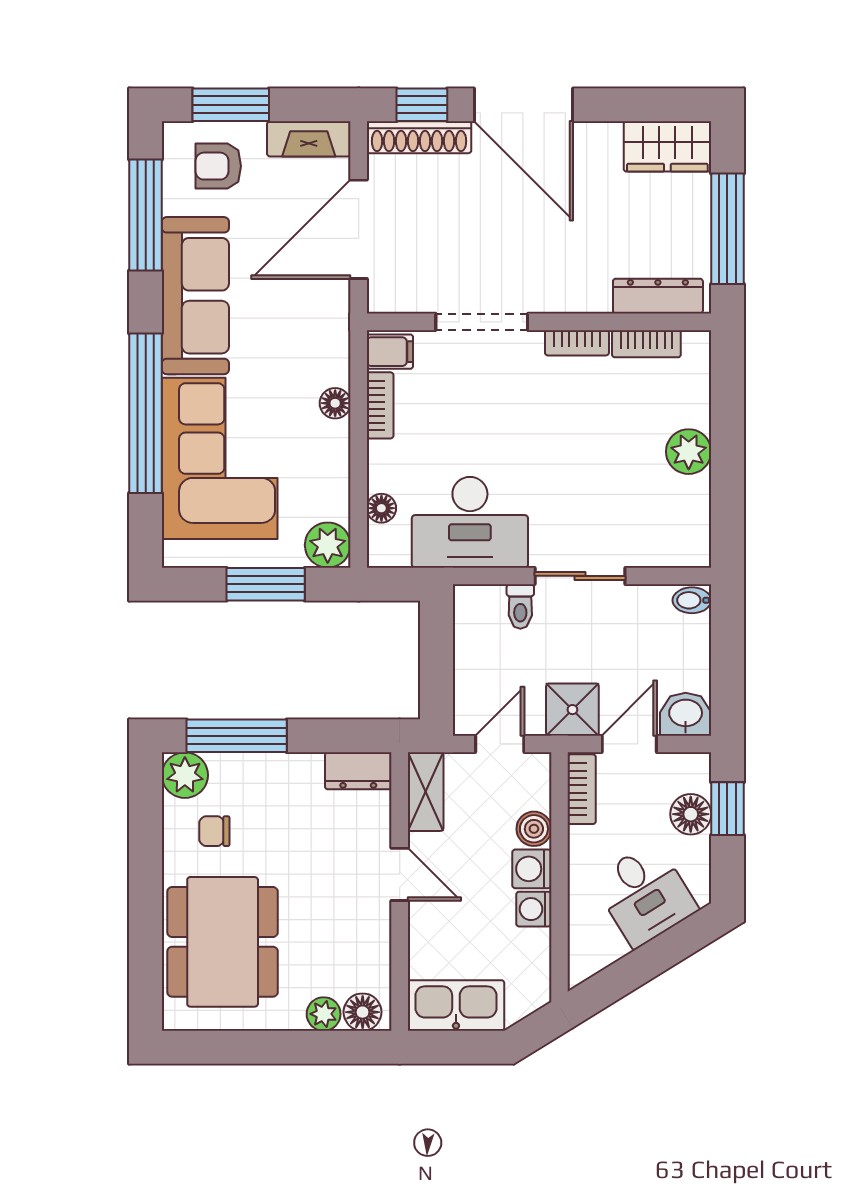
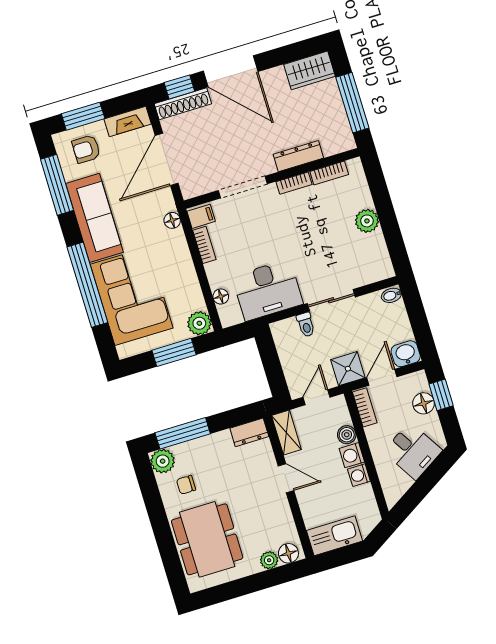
dresser: (658, 296) -> (298, 156), moved
floor lamp: (335, 403) -> (172, 220), moved

